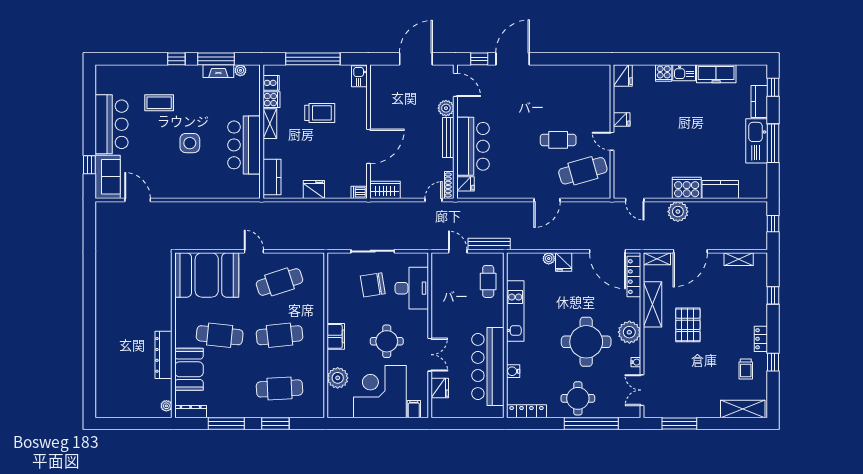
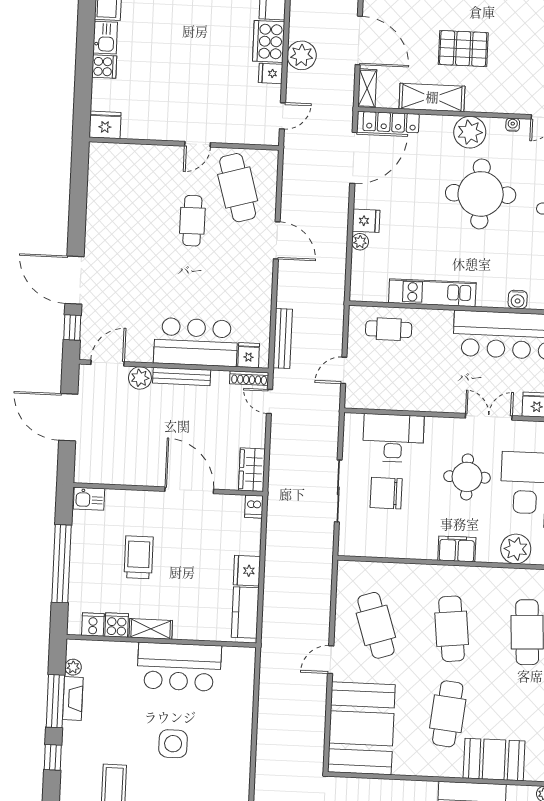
fridge: (622, 119) -> (271, 73), moved, turned -90
kitchen counter: (272, 177) -> (245, 613), moved, turned -90
bench: (489, 244) -> (283, 339), moved
chair: (373, 285) -> (386, 493), turned 99

